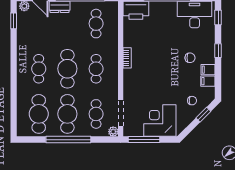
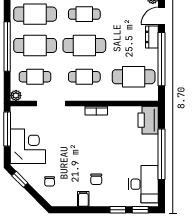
cafe table: (96, 24) -> (134, 77), width x1.37, depth x1.35
window: (218, 51) -> (118, 210), moved
filing cabinet: (208, 81) -> (71, 199), removed
doorway: (121, 113) -> (51, 104), moved
window: (203, 115) -> (20, 179), moved

